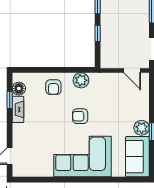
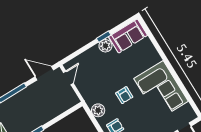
window: (98, 33) -> (57, 119), removed
corner sofa: (83, 156) -> (161, 90), moved

